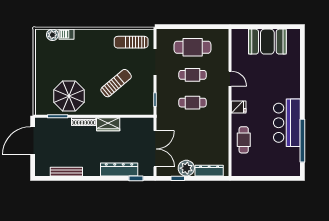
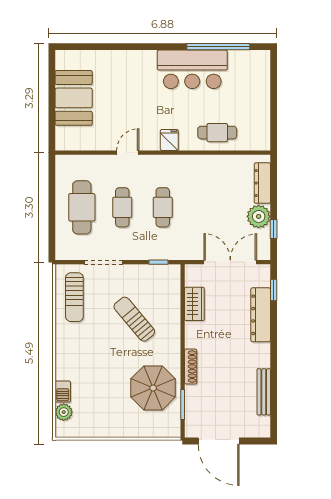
wardrobe: (108, 124) -> (194, 304), moved

